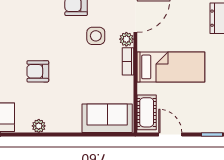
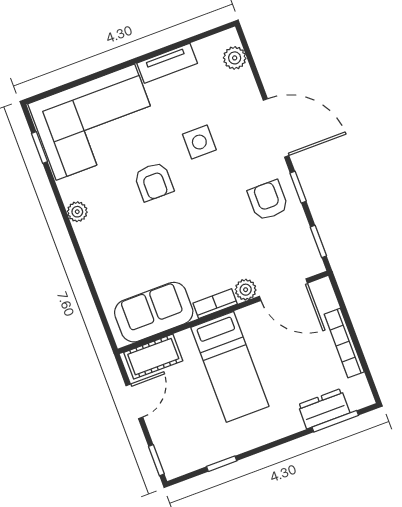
side table: (96, 36) -> (199, 142), moved
armchair: (38, 71) -> (154, 182), turned 180
sofa: (107, 118) -> (154, 312), moved, turned -90

